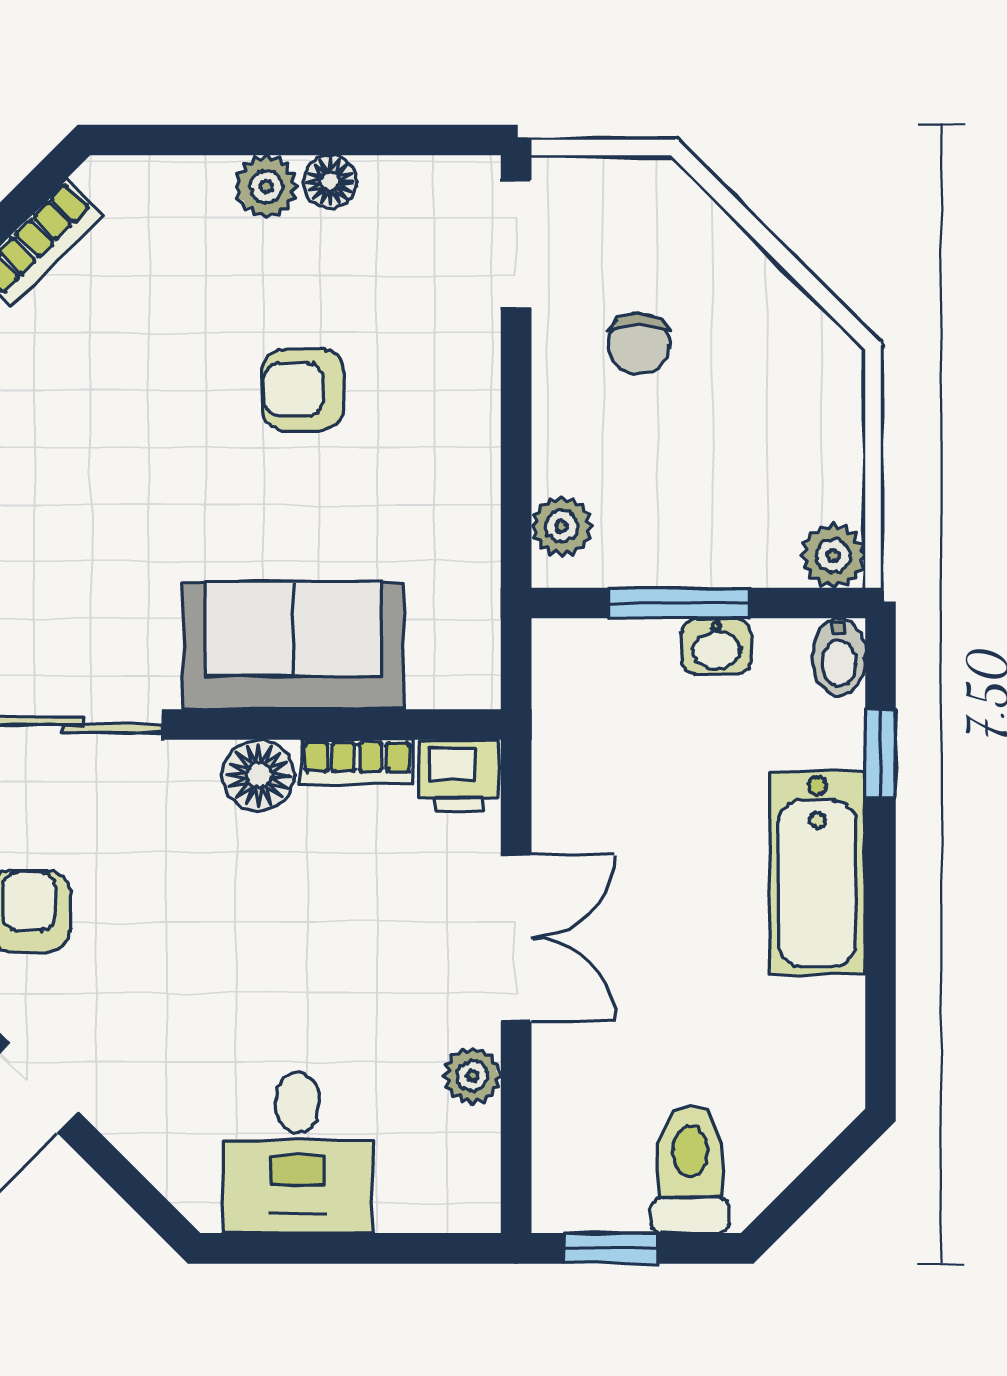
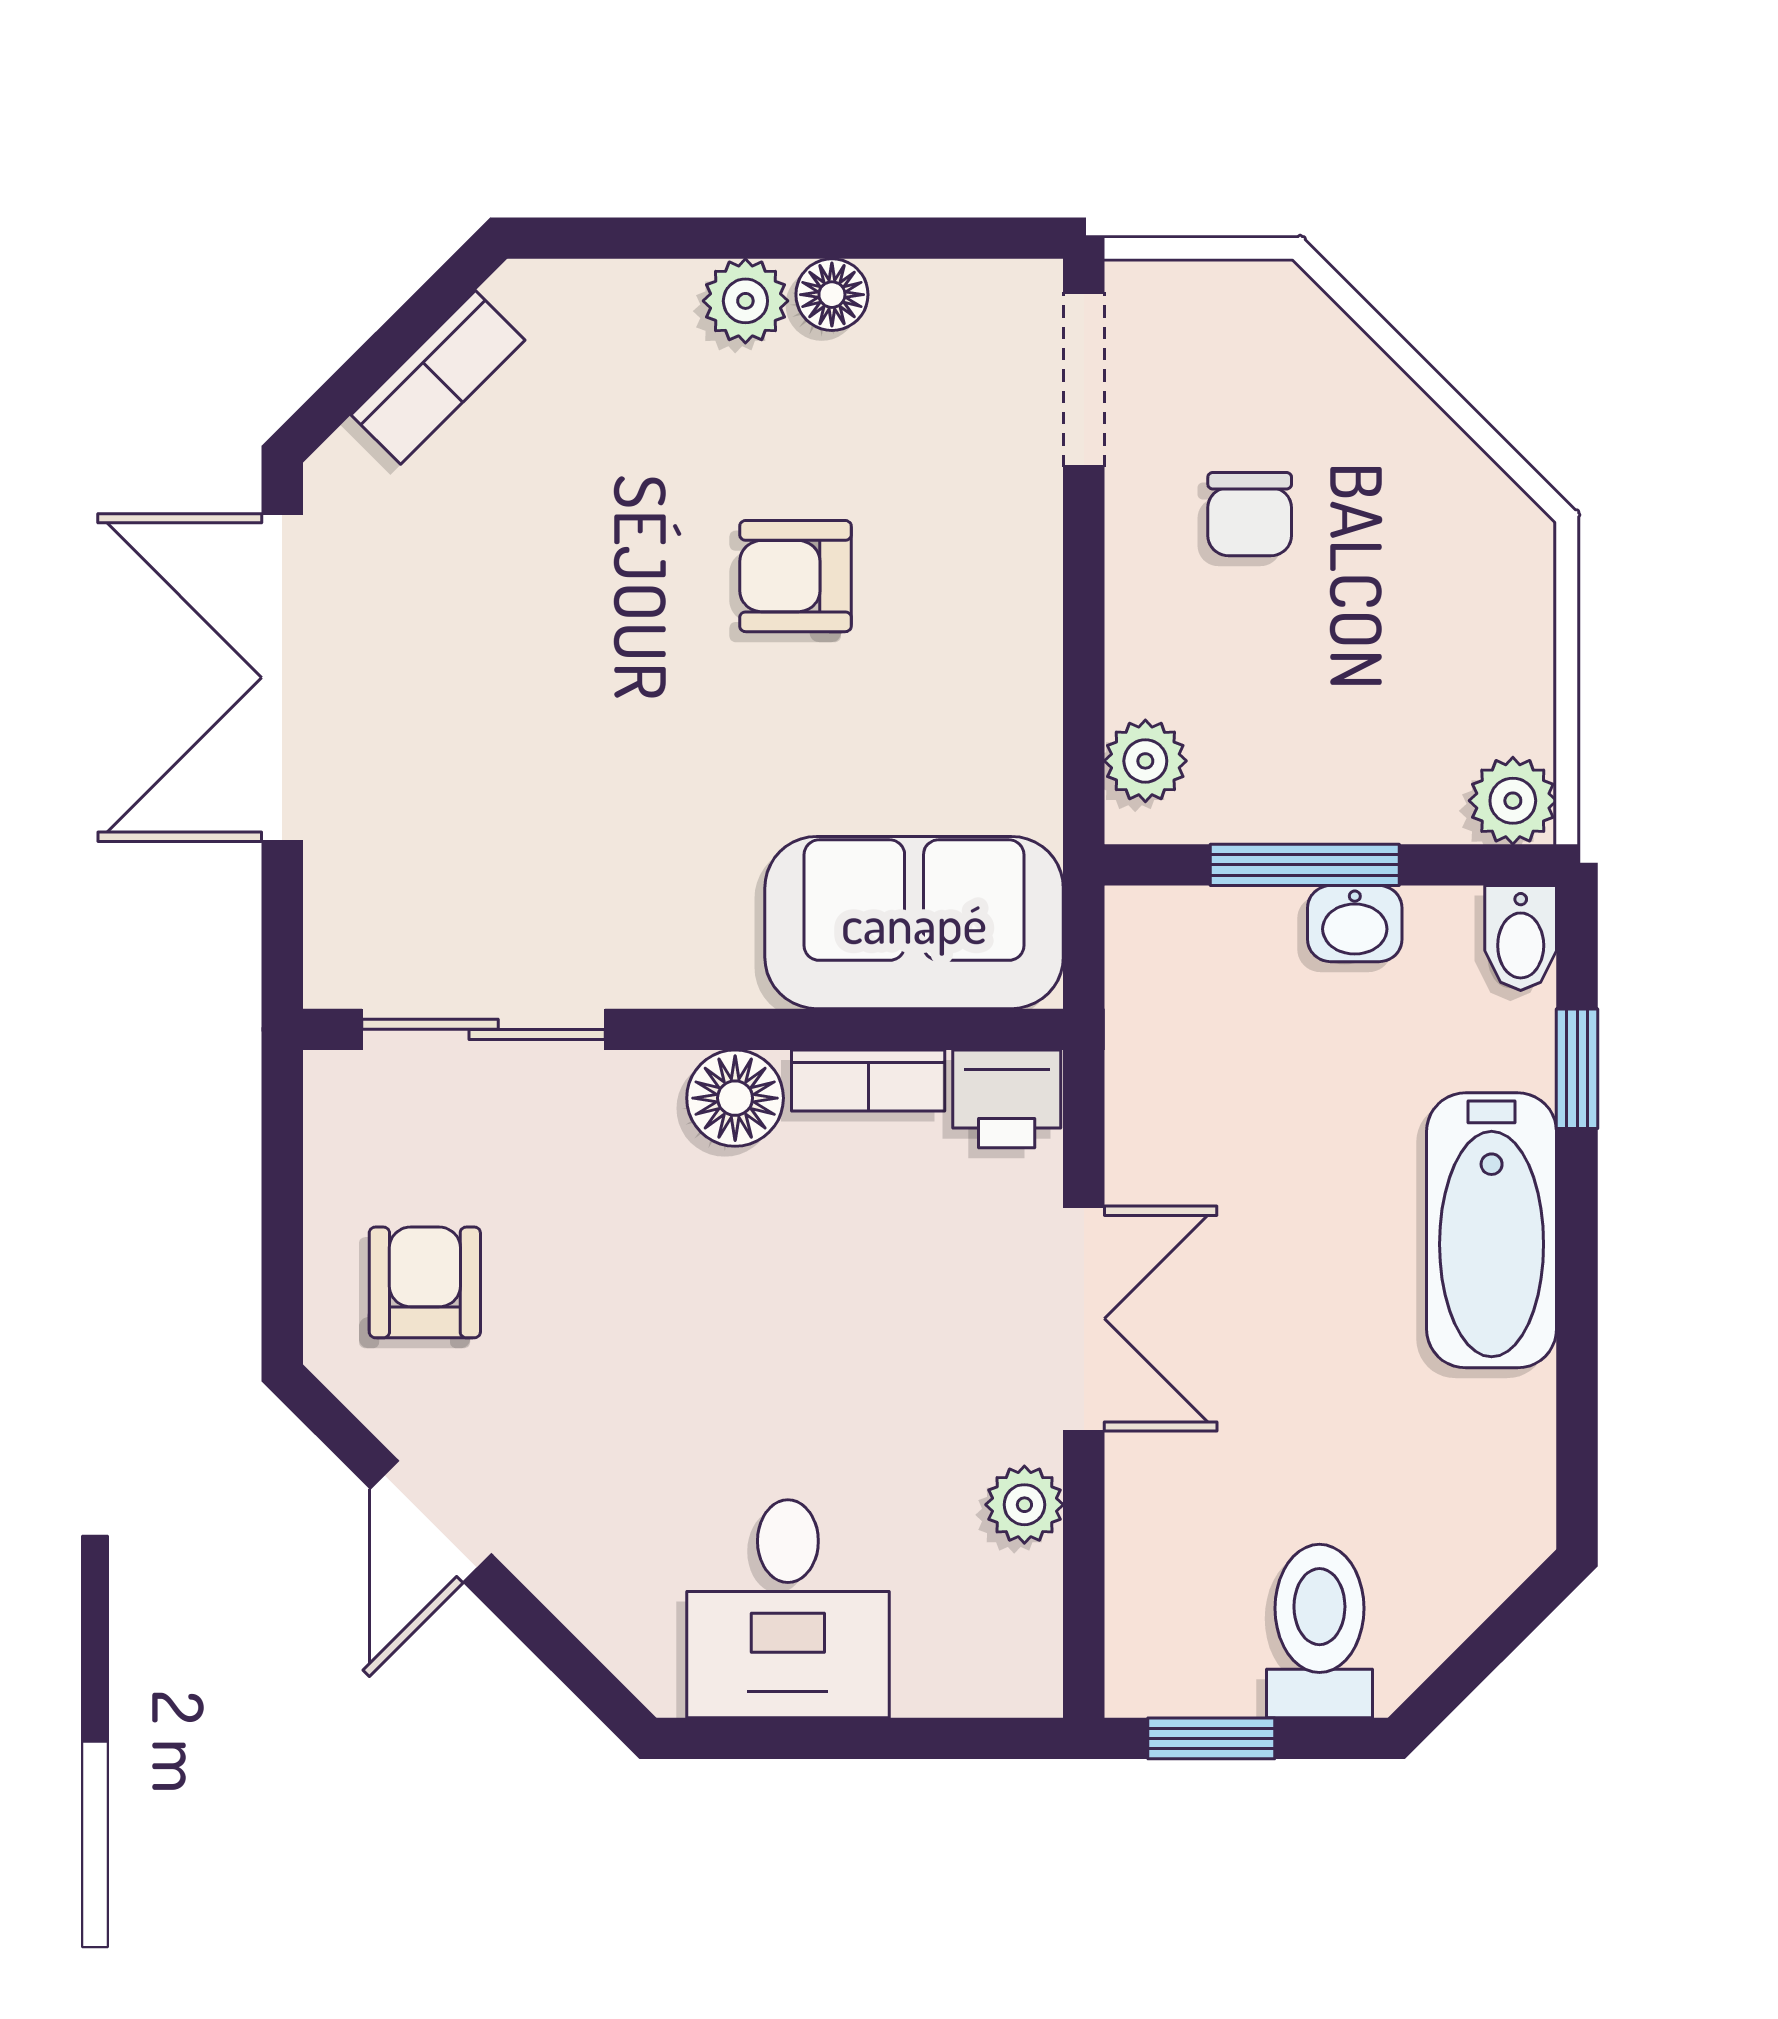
sofa: (293, 646) -> (914, 923), moved

